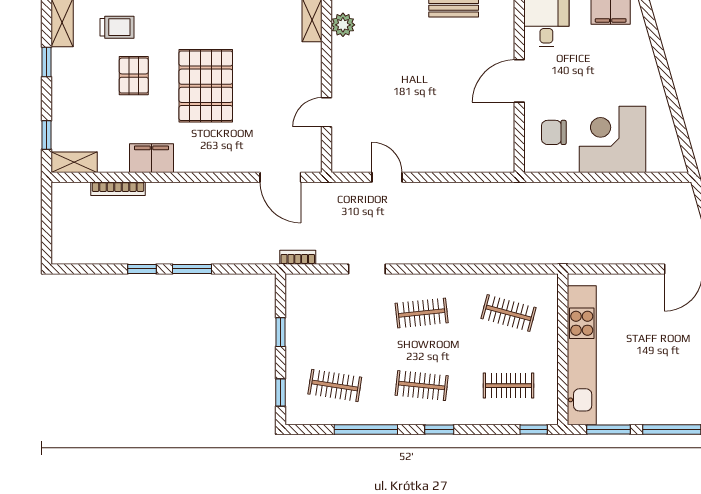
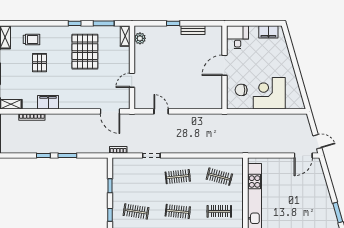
pallet: (206, 86) -> (85, 52), moved

